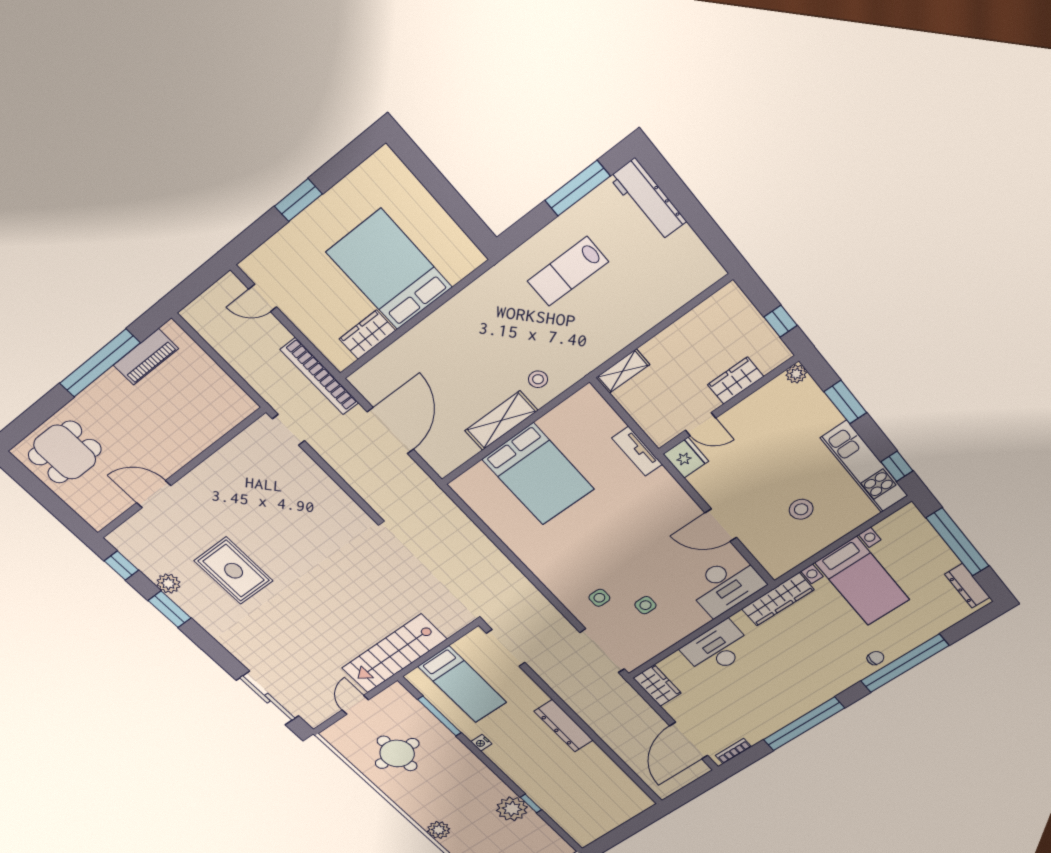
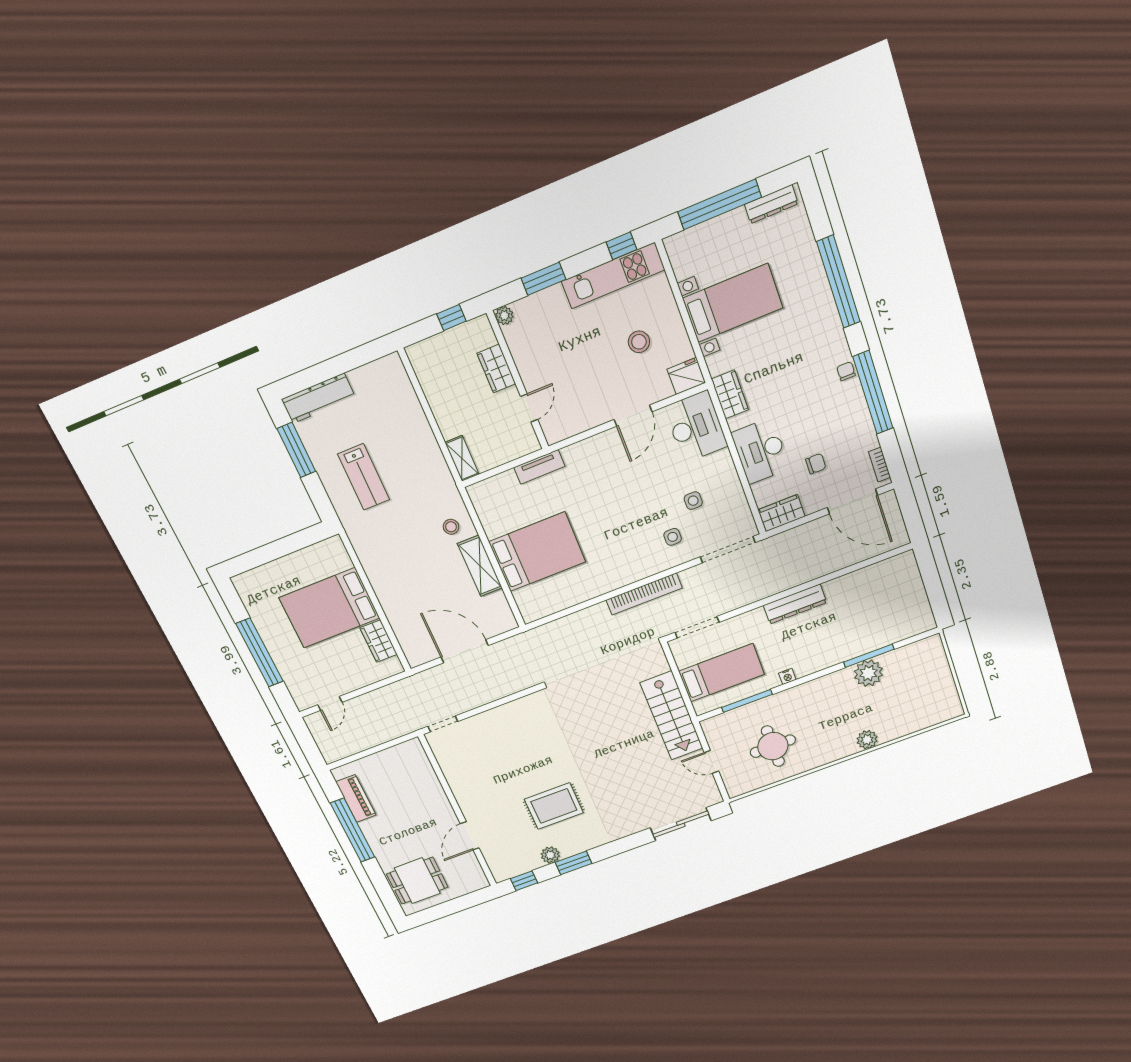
window: (298, 200) -> (260, 653), width x2.11
bookcase: (320, 376) -> (644, 594), moved
dining table: (65, 452) -> (417, 881), turned 90
fridge: (686, 458) -> (686, 376), moved
wardrobe: (778, 599) -> (730, 394), width x0.67
chair: (876, 658) -> (846, 371), moved
chair: (718, 699) -> (816, 464), added
window: (531, 803) -> (869, 656), width x2.17

